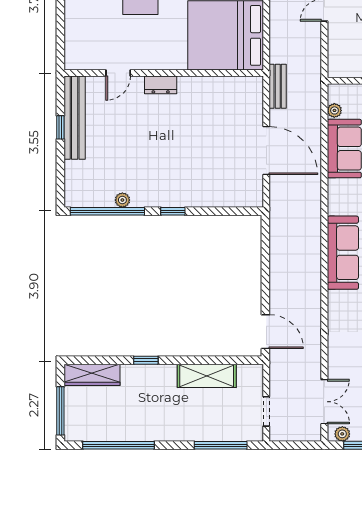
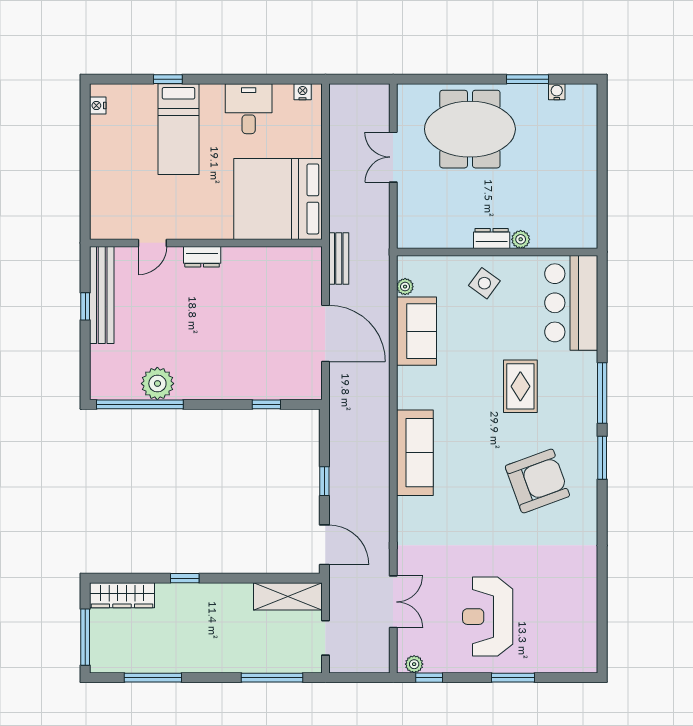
plant: (122, 200) -> (157, 384), width x1.88, depth x1.88
window: (173, 211) -> (266, 404), moved
window: (265, 277) -> (324, 481), added
shelving: (207, 376) -> (288, 596), moved
double door: (324, 402) -> (393, 602), moved
window: (118, 445) -> (153, 678), width x0.68

